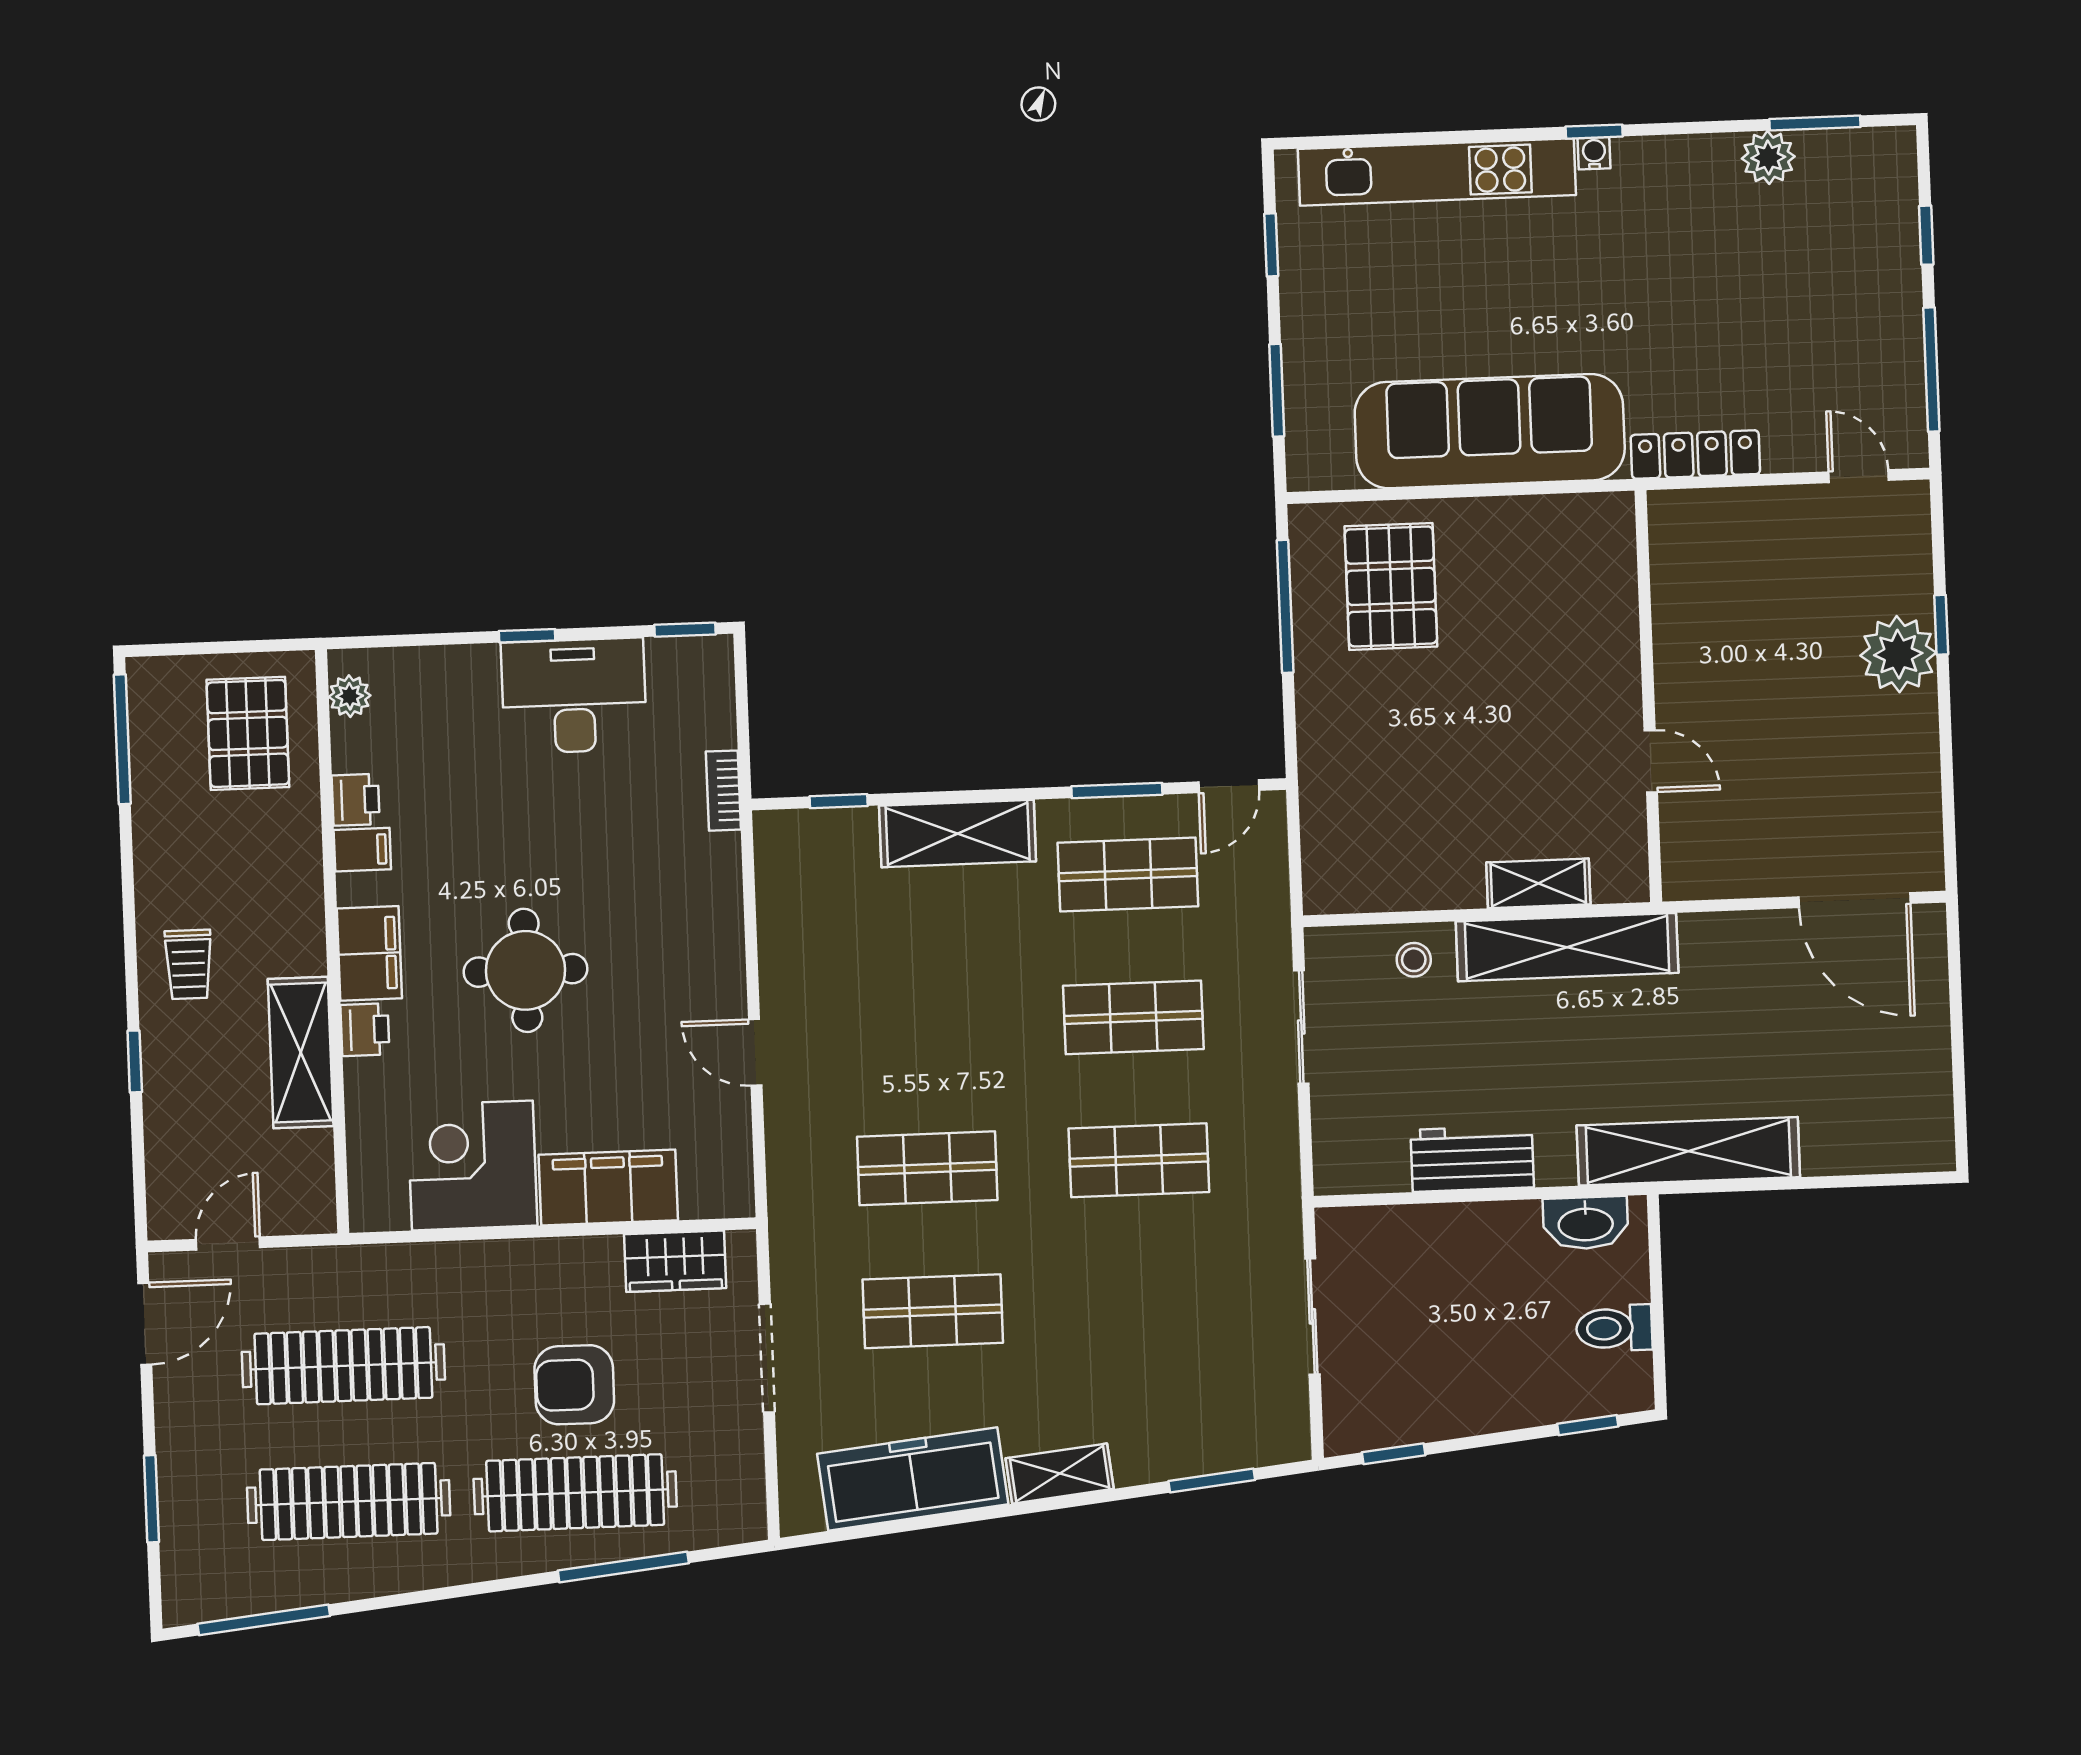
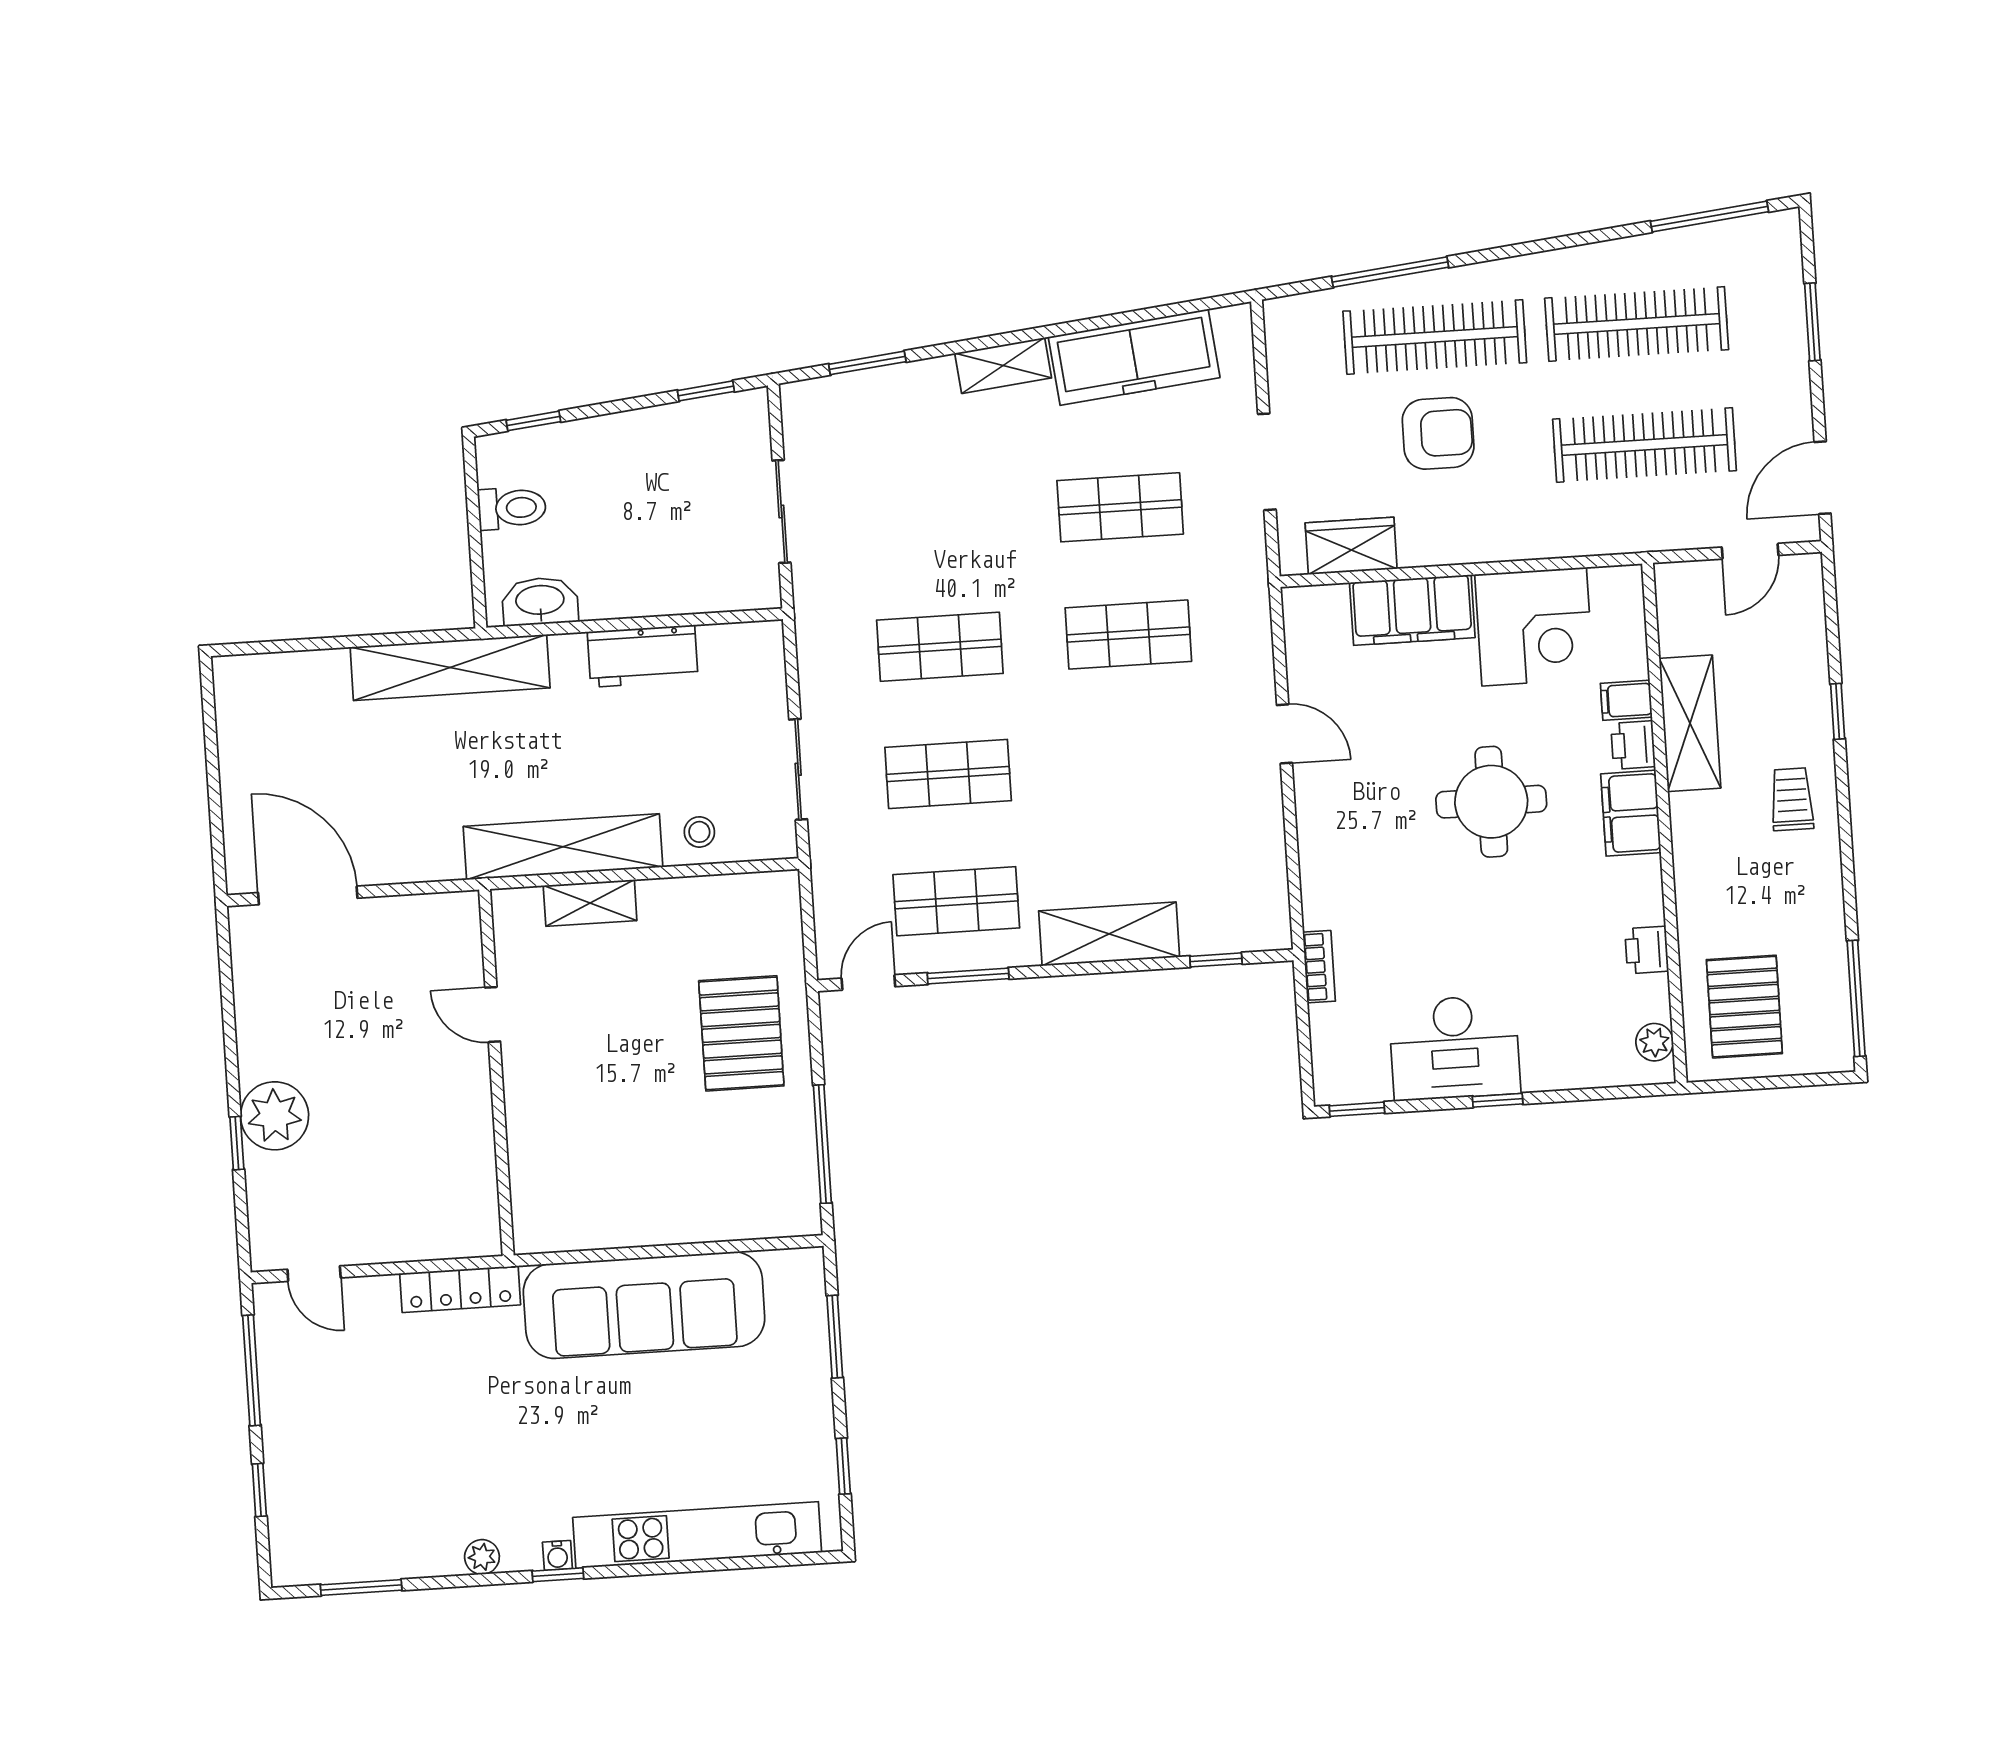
plant: (1768, 157) -> (482, 1557), moved, width x0.73, depth x0.73
pallet: (1391, 586) -> (741, 1033), moved
filing cabinet: (362, 850) -> (1626, 700), moved

